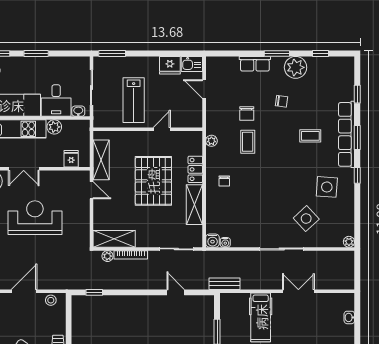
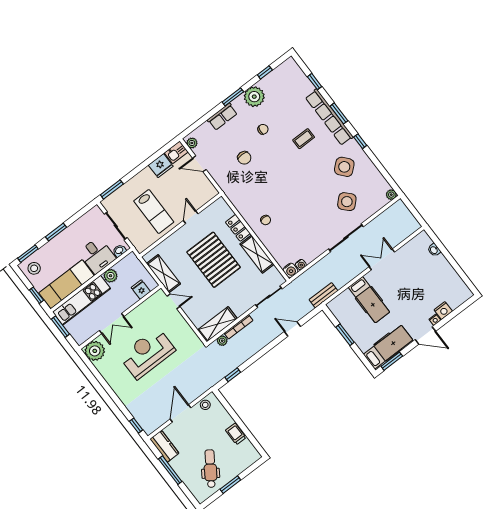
plant: (211, 141) -> (192, 143), moved
coffee table: (248, 142) -> (261, 178), removed
side table: (327, 187) -> (344, 167), turned 45

